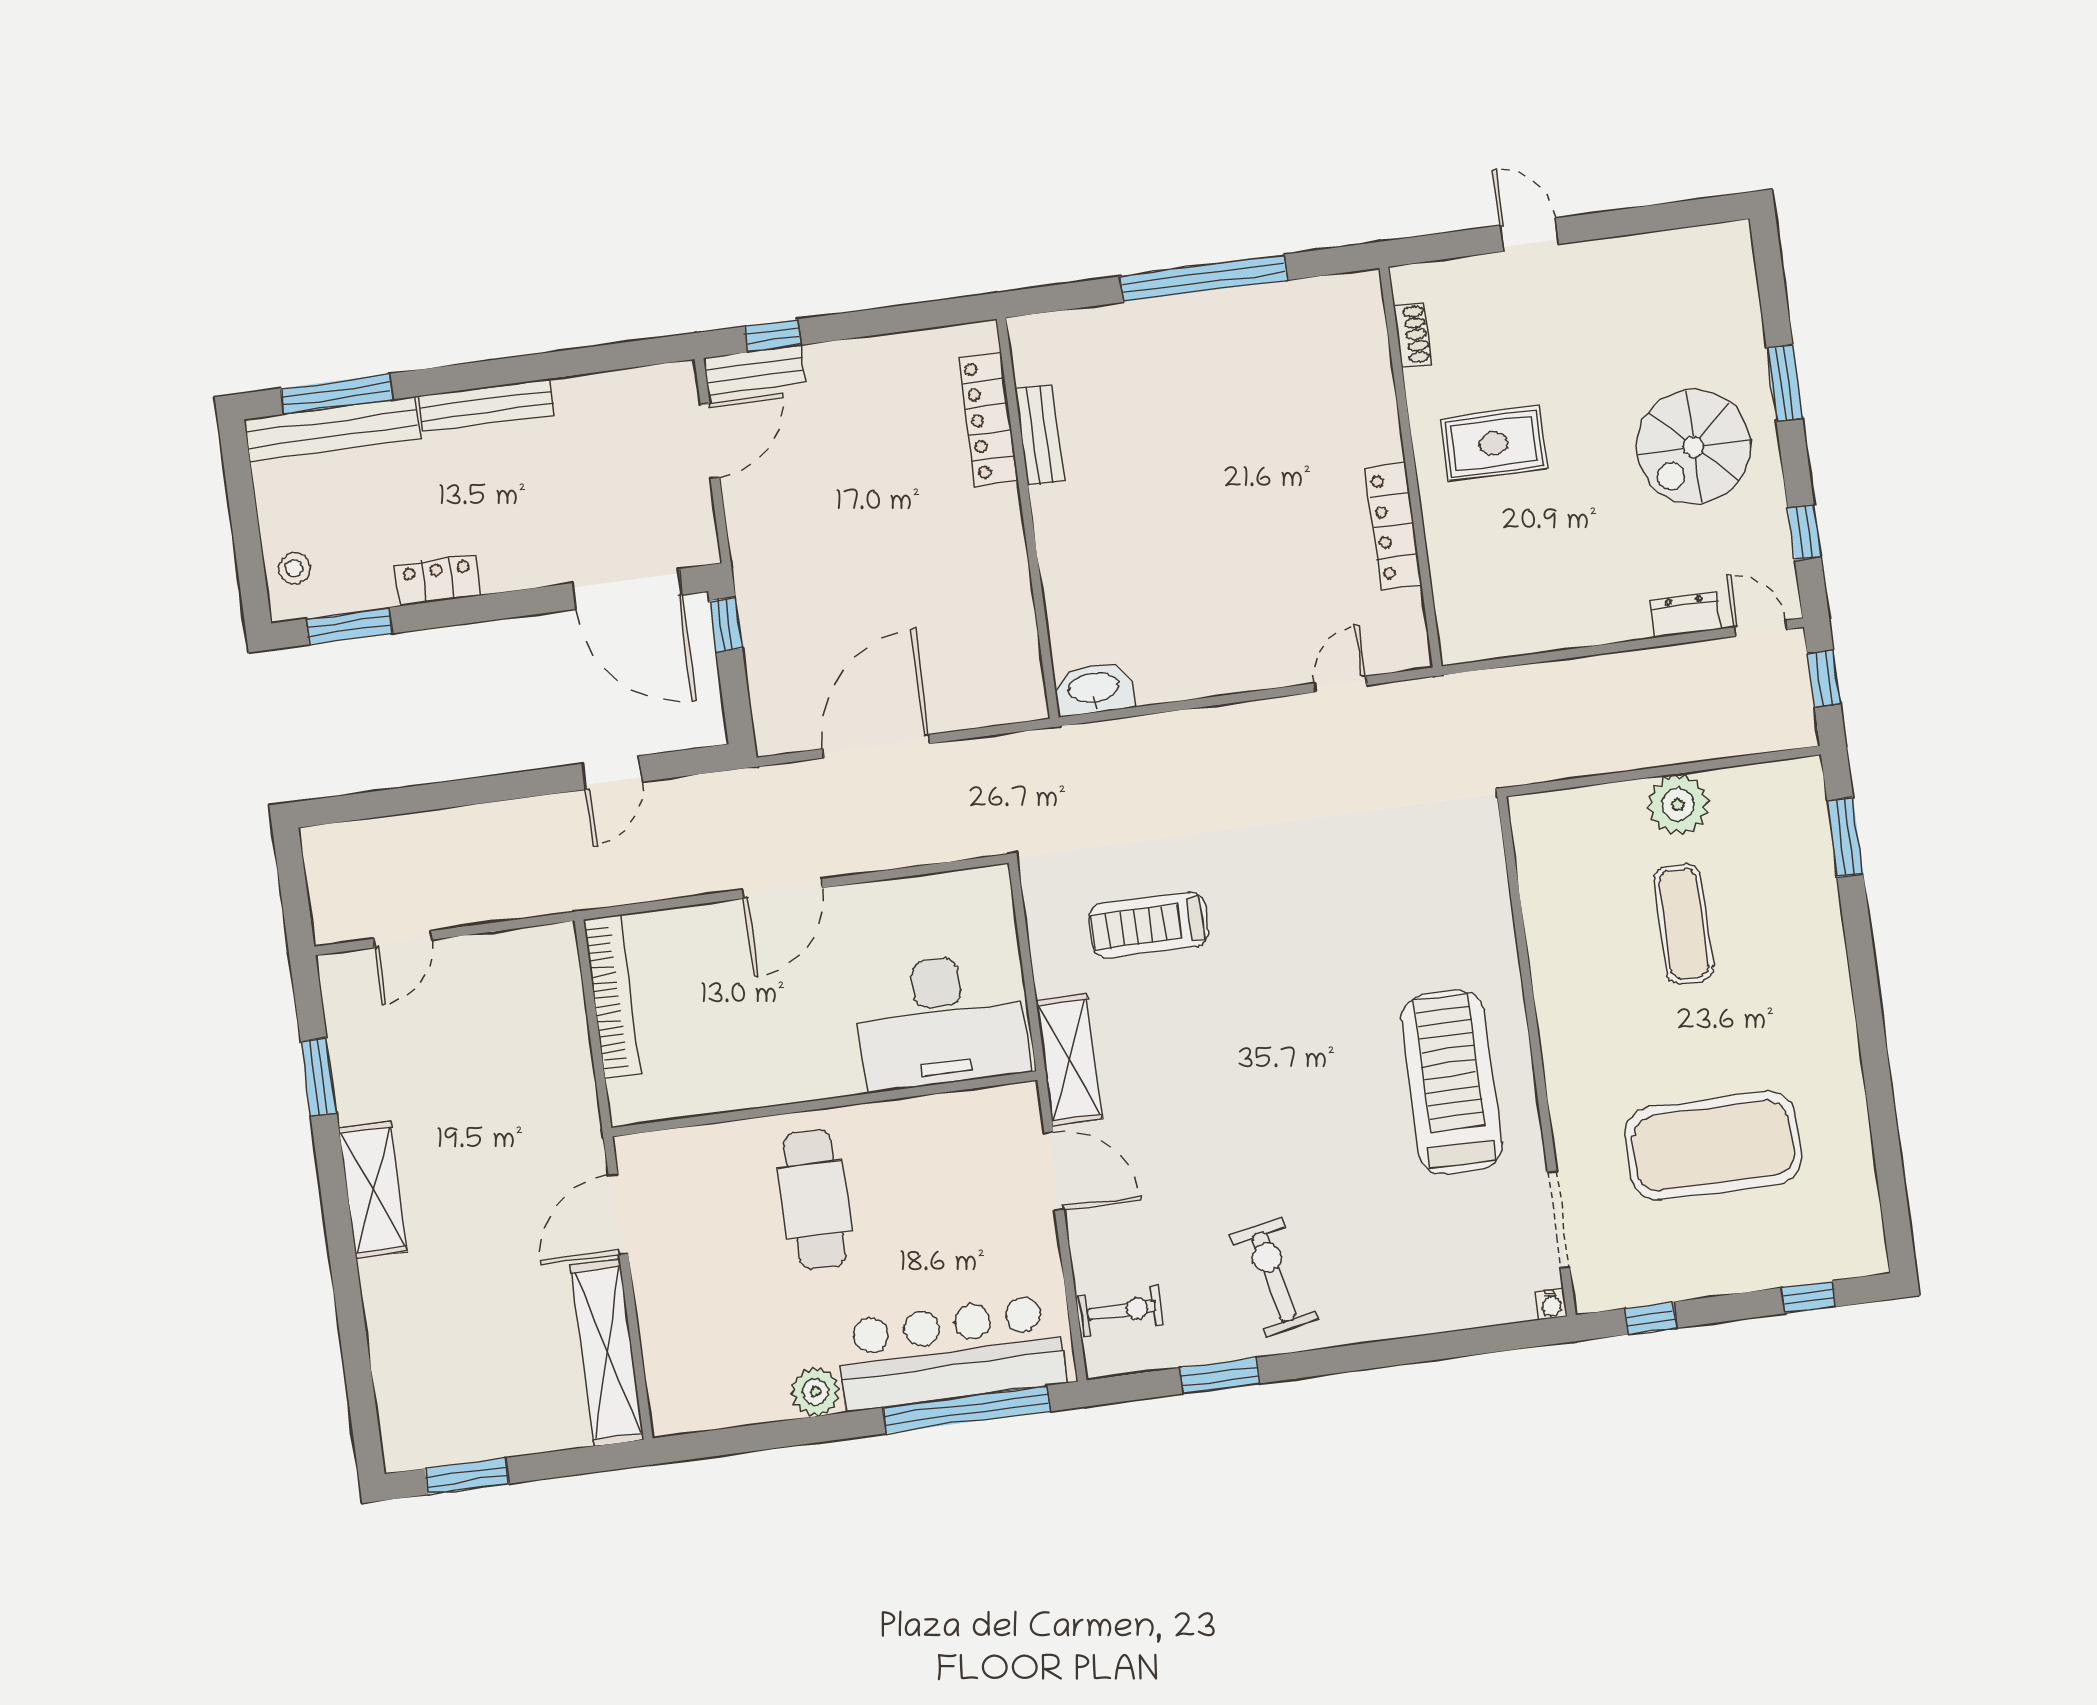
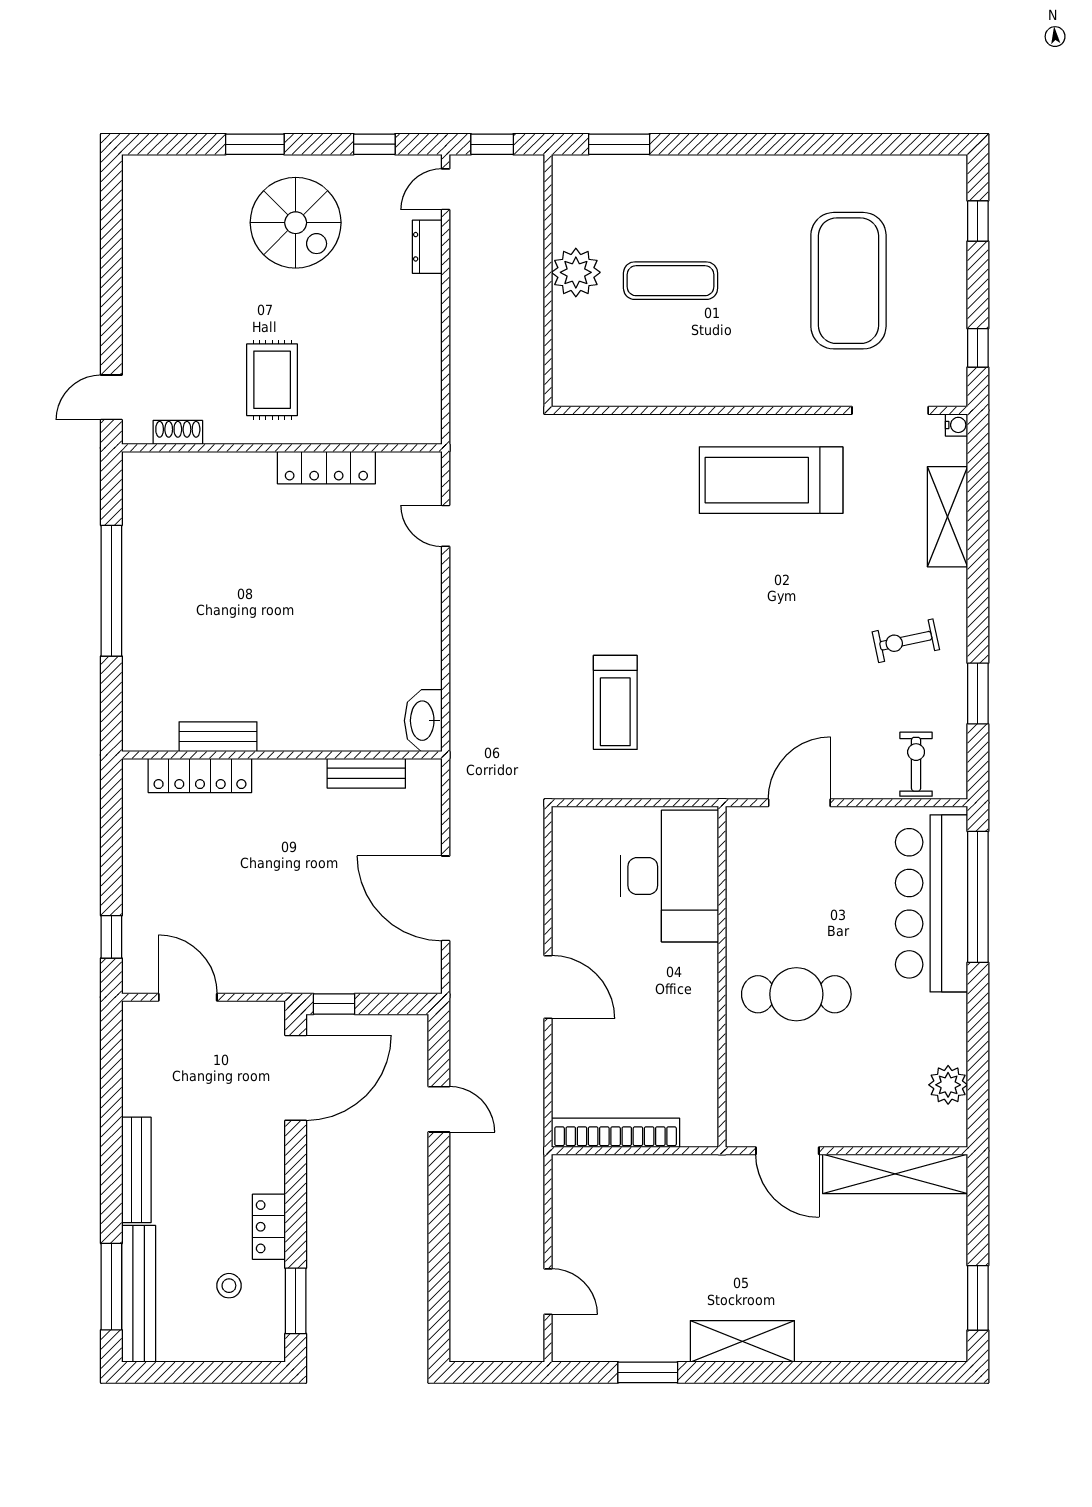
door: (1529, 235) -> (111, 397), moved
bench: (755, 370) -> (366, 773), moved, turned 90
stool: (294, 568) -> (229, 1286), moved
shelving: (1069, 1060) -> (948, 517), moved, turned 90
exercise bike: (1274, 1277) -> (906, 641), width x0.73, depth x0.72
plant: (815, 1392) -> (948, 1085), moved

